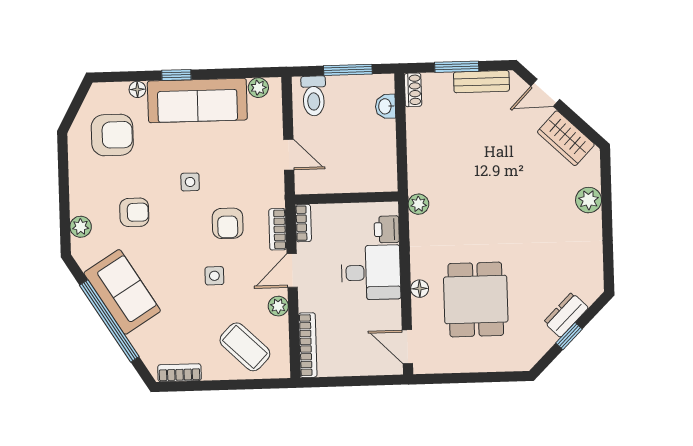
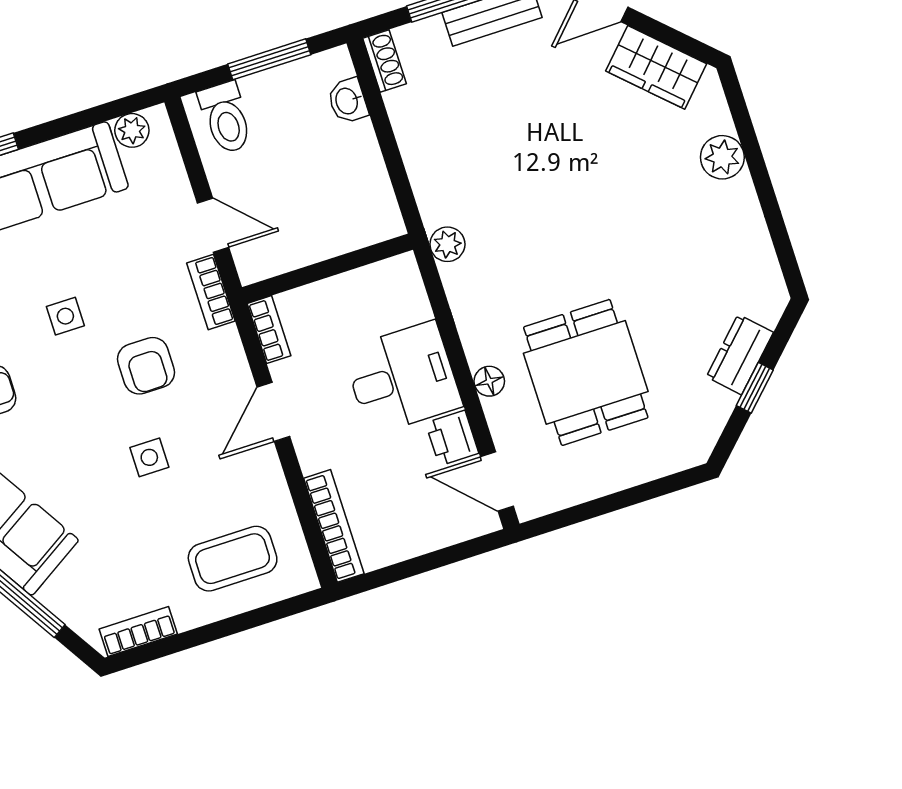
bookcase: (278, 229) -> (211, 292), moved
printer: (387, 229) -> (452, 438), moved
plant: (278, 306) -> (268, 476), removed
coffee table: (245, 347) -> (233, 559), turned -44

